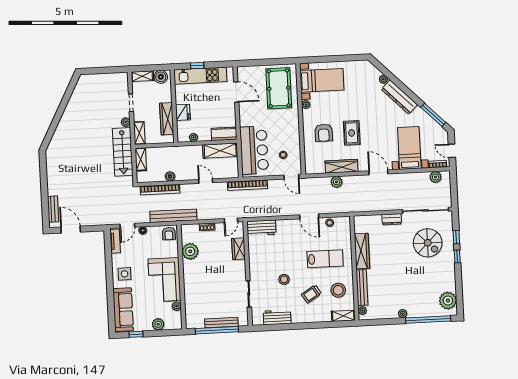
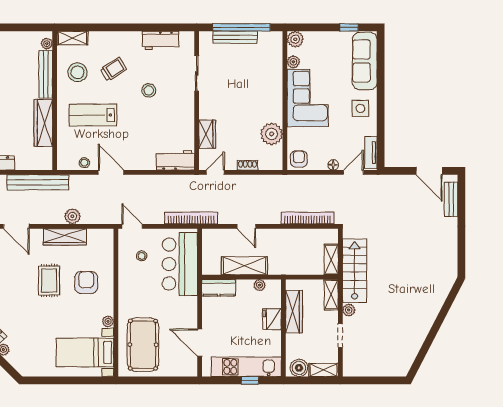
shelving: (220, 151) -> (244, 266), moved
boiler: (170, 176) -> (293, 235), removed
bench: (173, 216) -> (38, 182), moved
plant: (158, 324) -> (295, 39), moved

